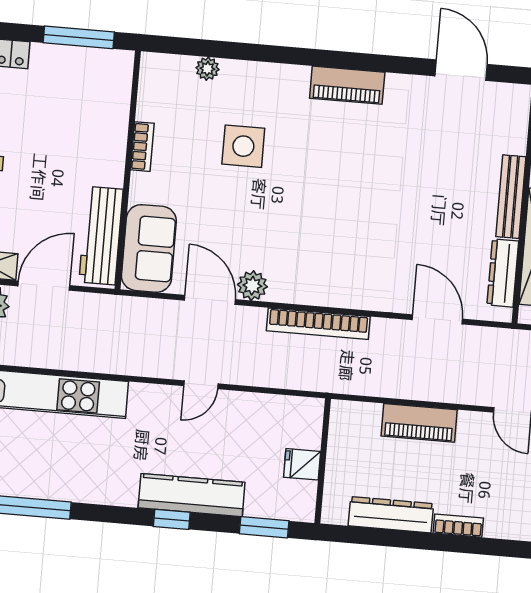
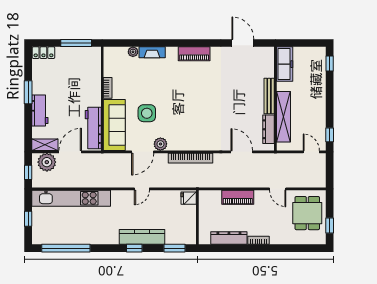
fireplace: (251, 73) -> (152, 52), added
side table: (243, 146) -> (147, 113), moved
sofa: (149, 248) -> (114, 125), width x1.36
door: (210, 300) -> (143, 152), swing flipped
fridge: (302, 464) -> (189, 198), moved

